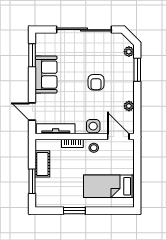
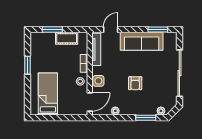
sofa: (46, 75) -> (142, 41), width x1.36
armchair: (96, 82) -> (135, 83), turned -90

